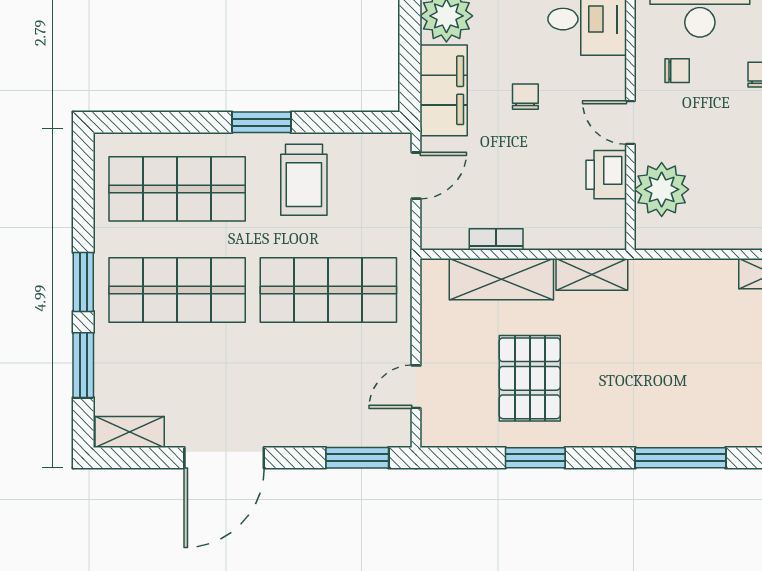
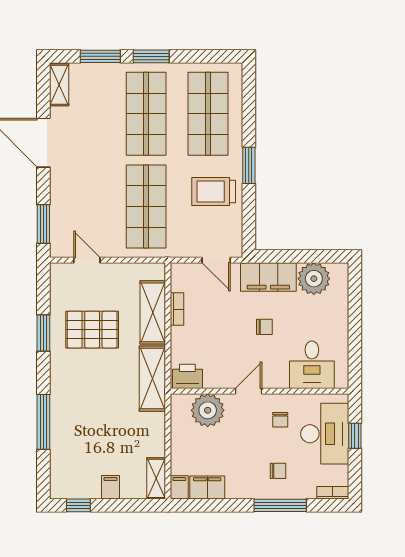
printer: (606, 175) -> (187, 376), moved
shelving: (592, 274) -> (152, 379), width x1.50, depth x1.33

